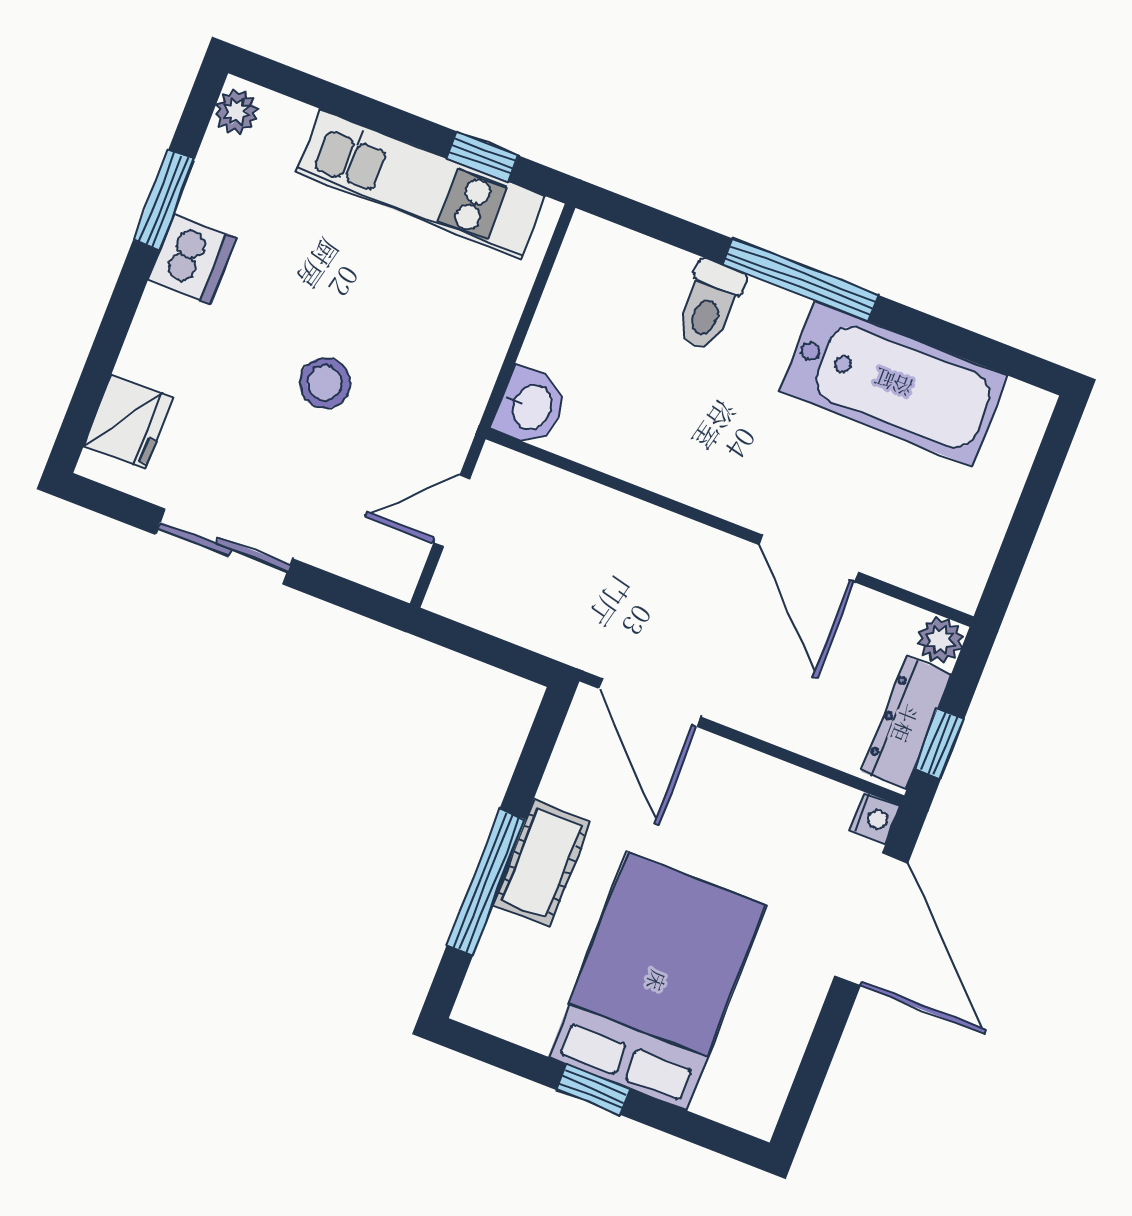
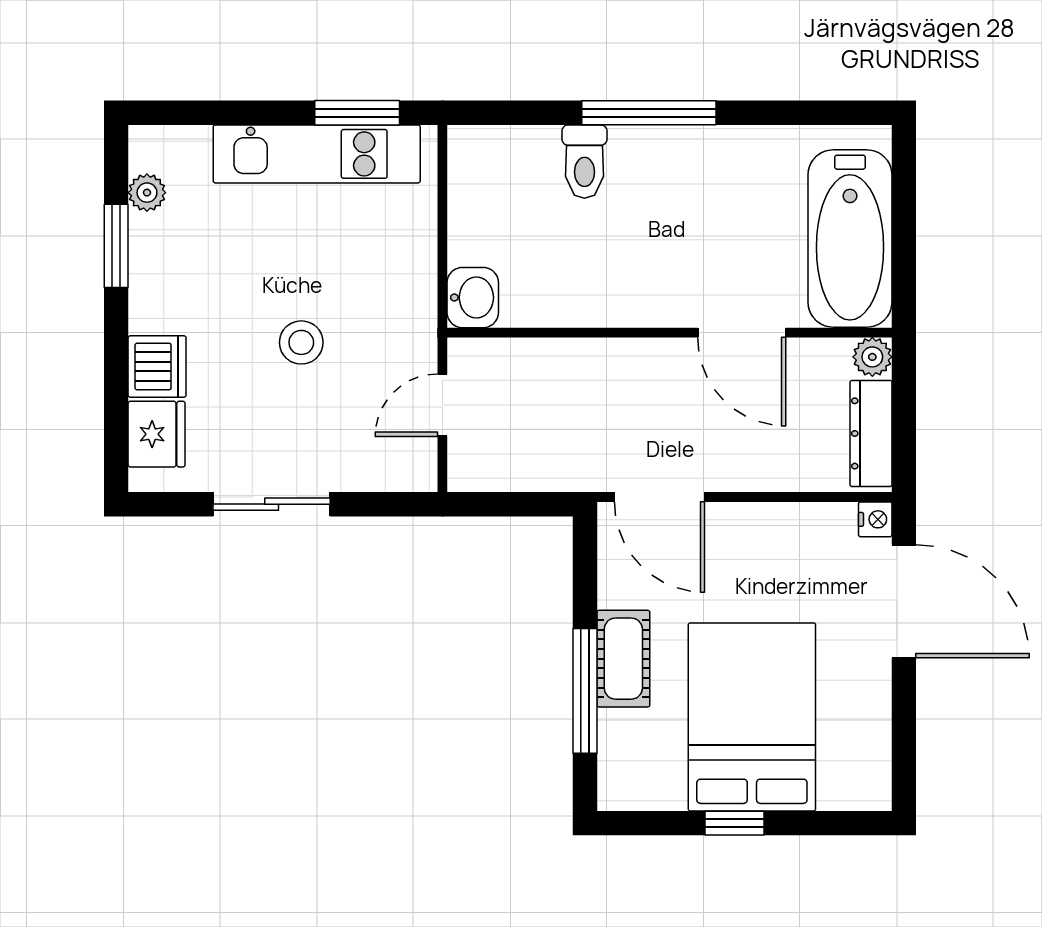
plant: (237, 111) -> (147, 193), moved
window: (483, 157) -> (357, 113), width x1.50
dishwasher: (192, 259) -> (157, 366), moved
bathtub: (893, 383) -> (850, 239), moved, turned 90
window: (939, 744) -> (904, 440), removed

